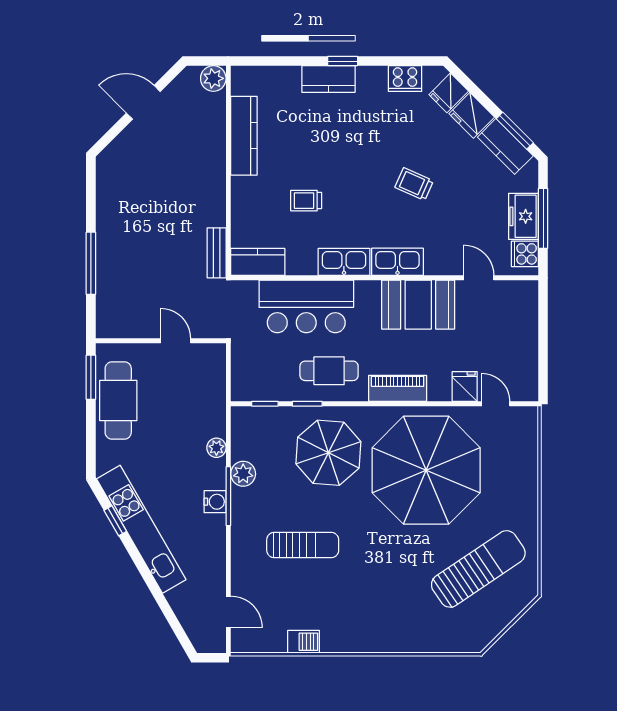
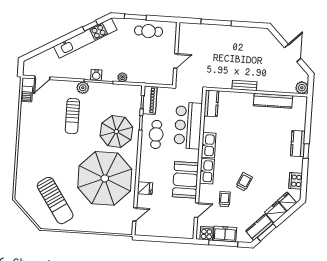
trolley: (306, 201) -> (225, 199), moved
bench: (217, 253) -> (244, 85), moved
window: (91, 377) -> (135, 17), moved
fridge: (465, 386) -> (145, 188), moved
piano: (398, 388) -> (150, 100), moved
cafe table: (118, 400) -> (149, 31), width x0.73, depth x0.74
plant: (243, 474) -> (83, 88), moved
barbecue: (304, 642) -> (27, 94), moved

